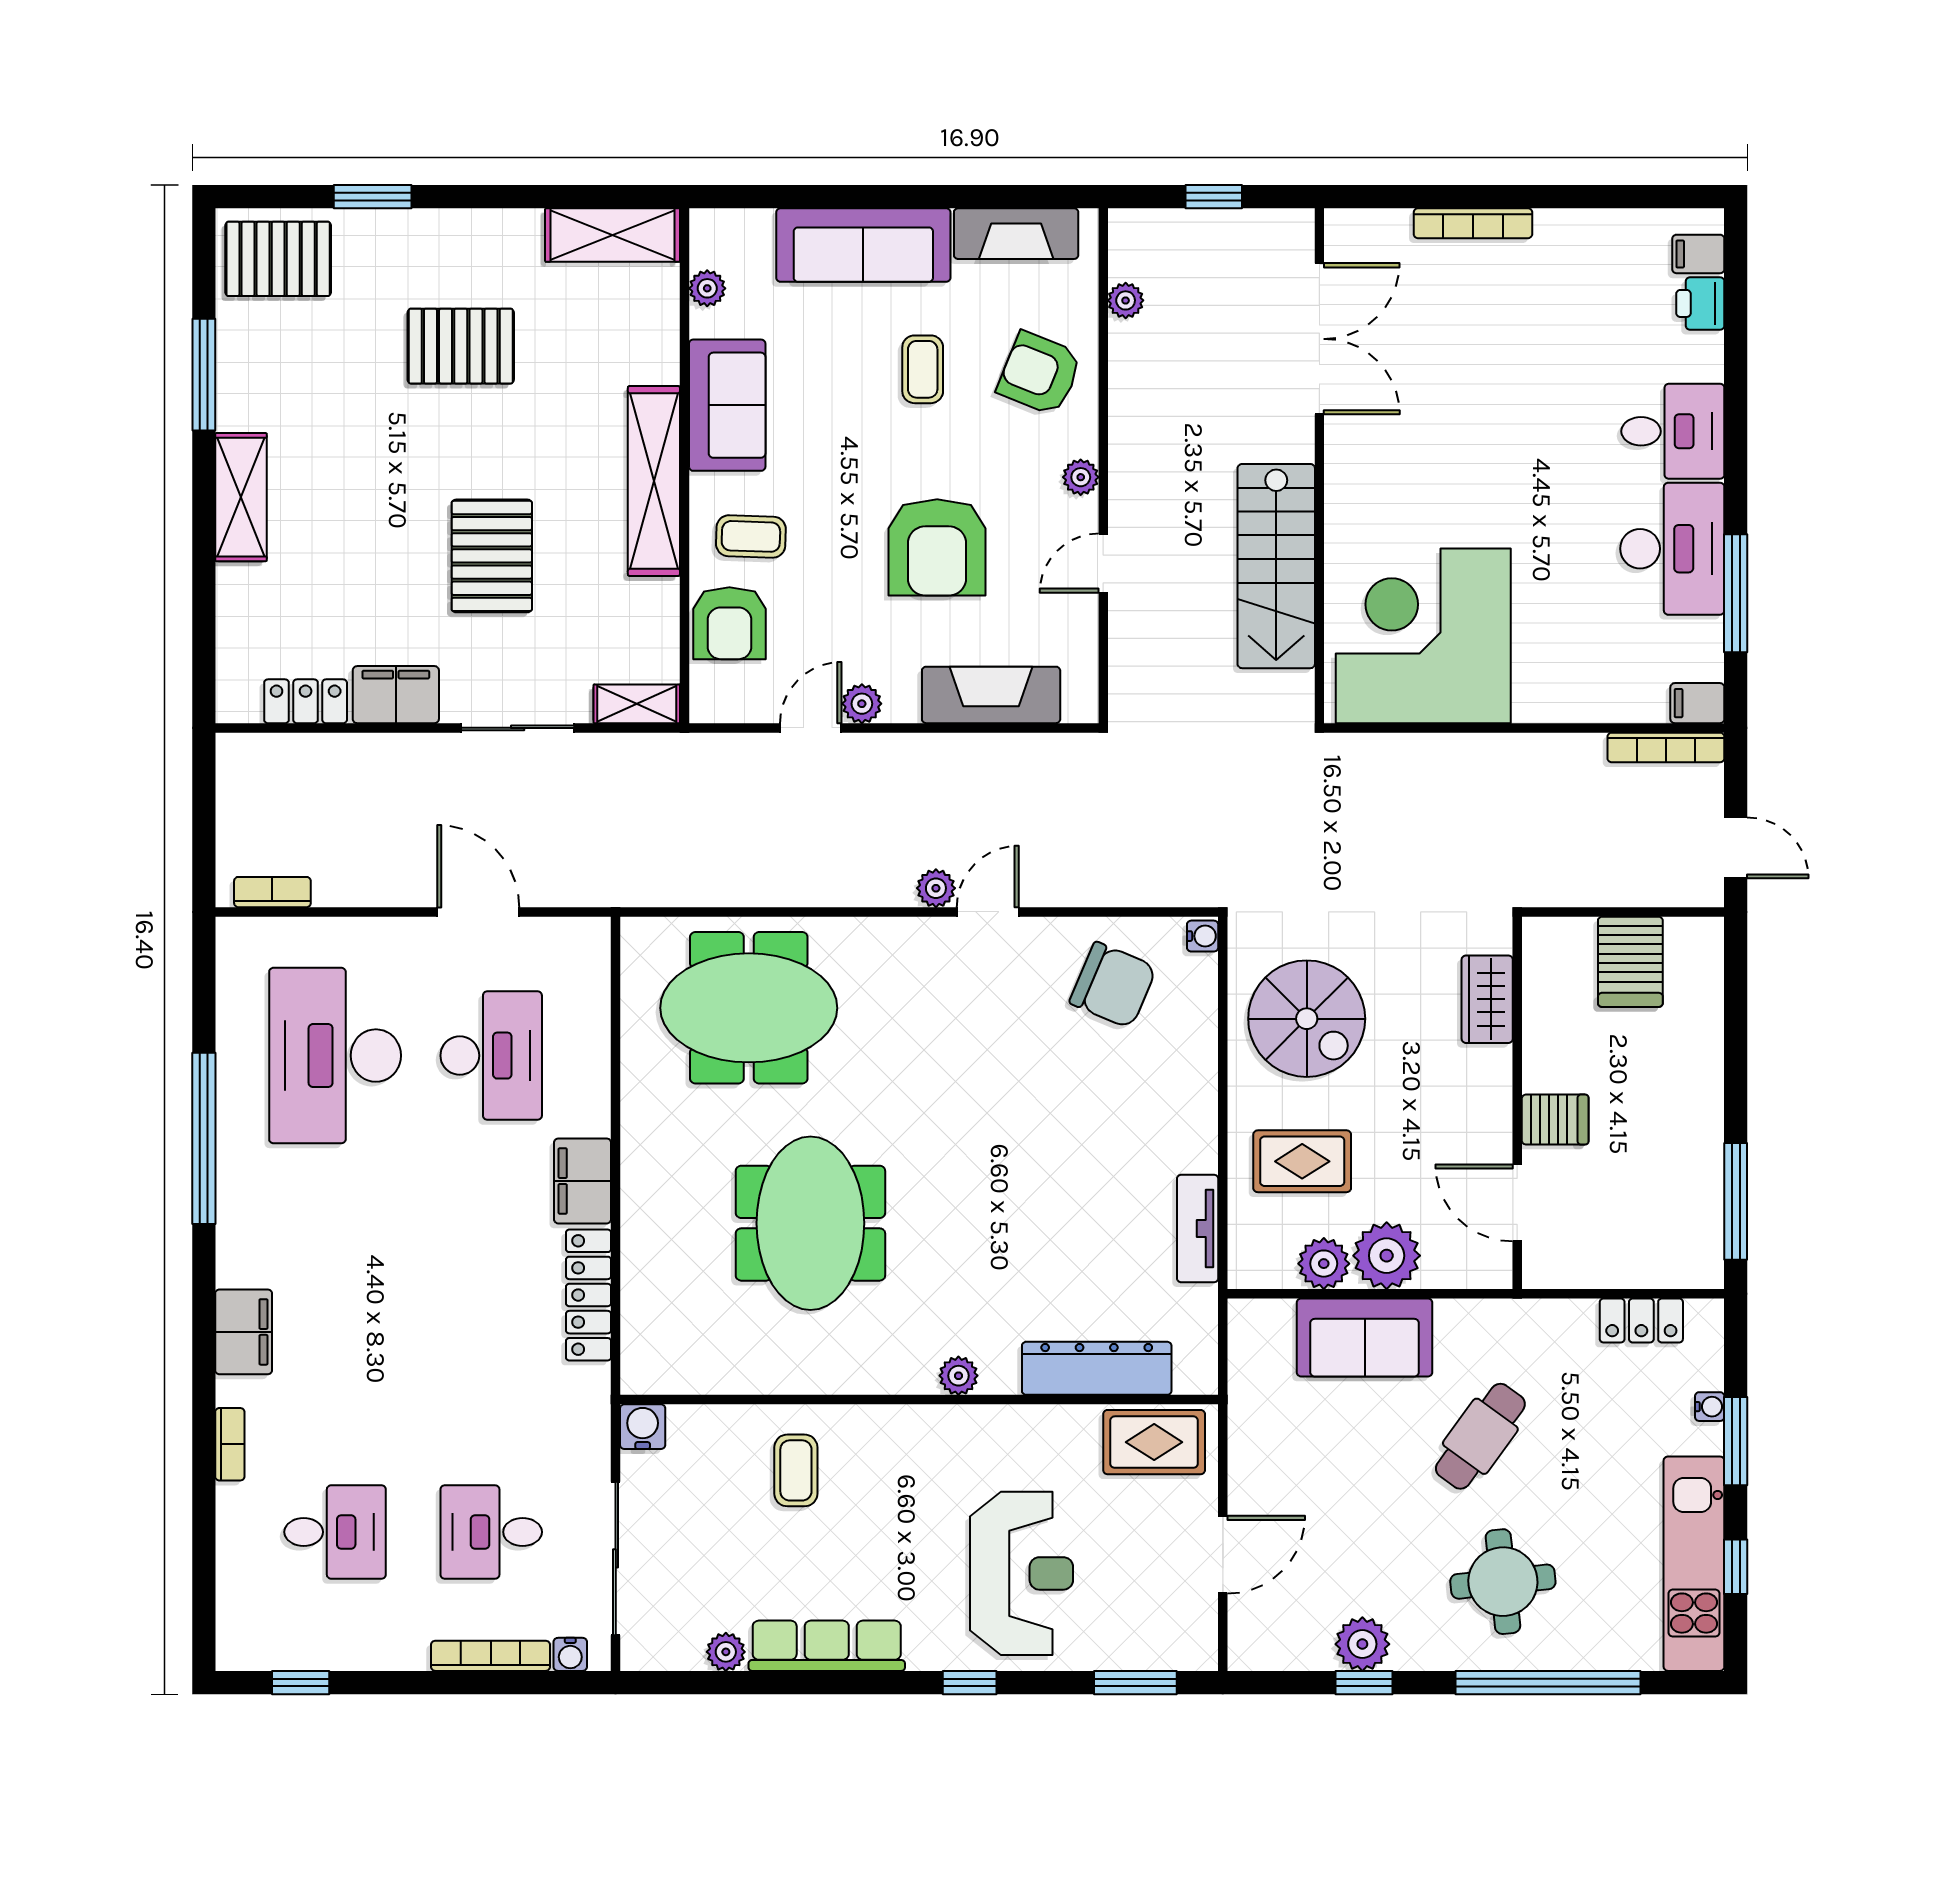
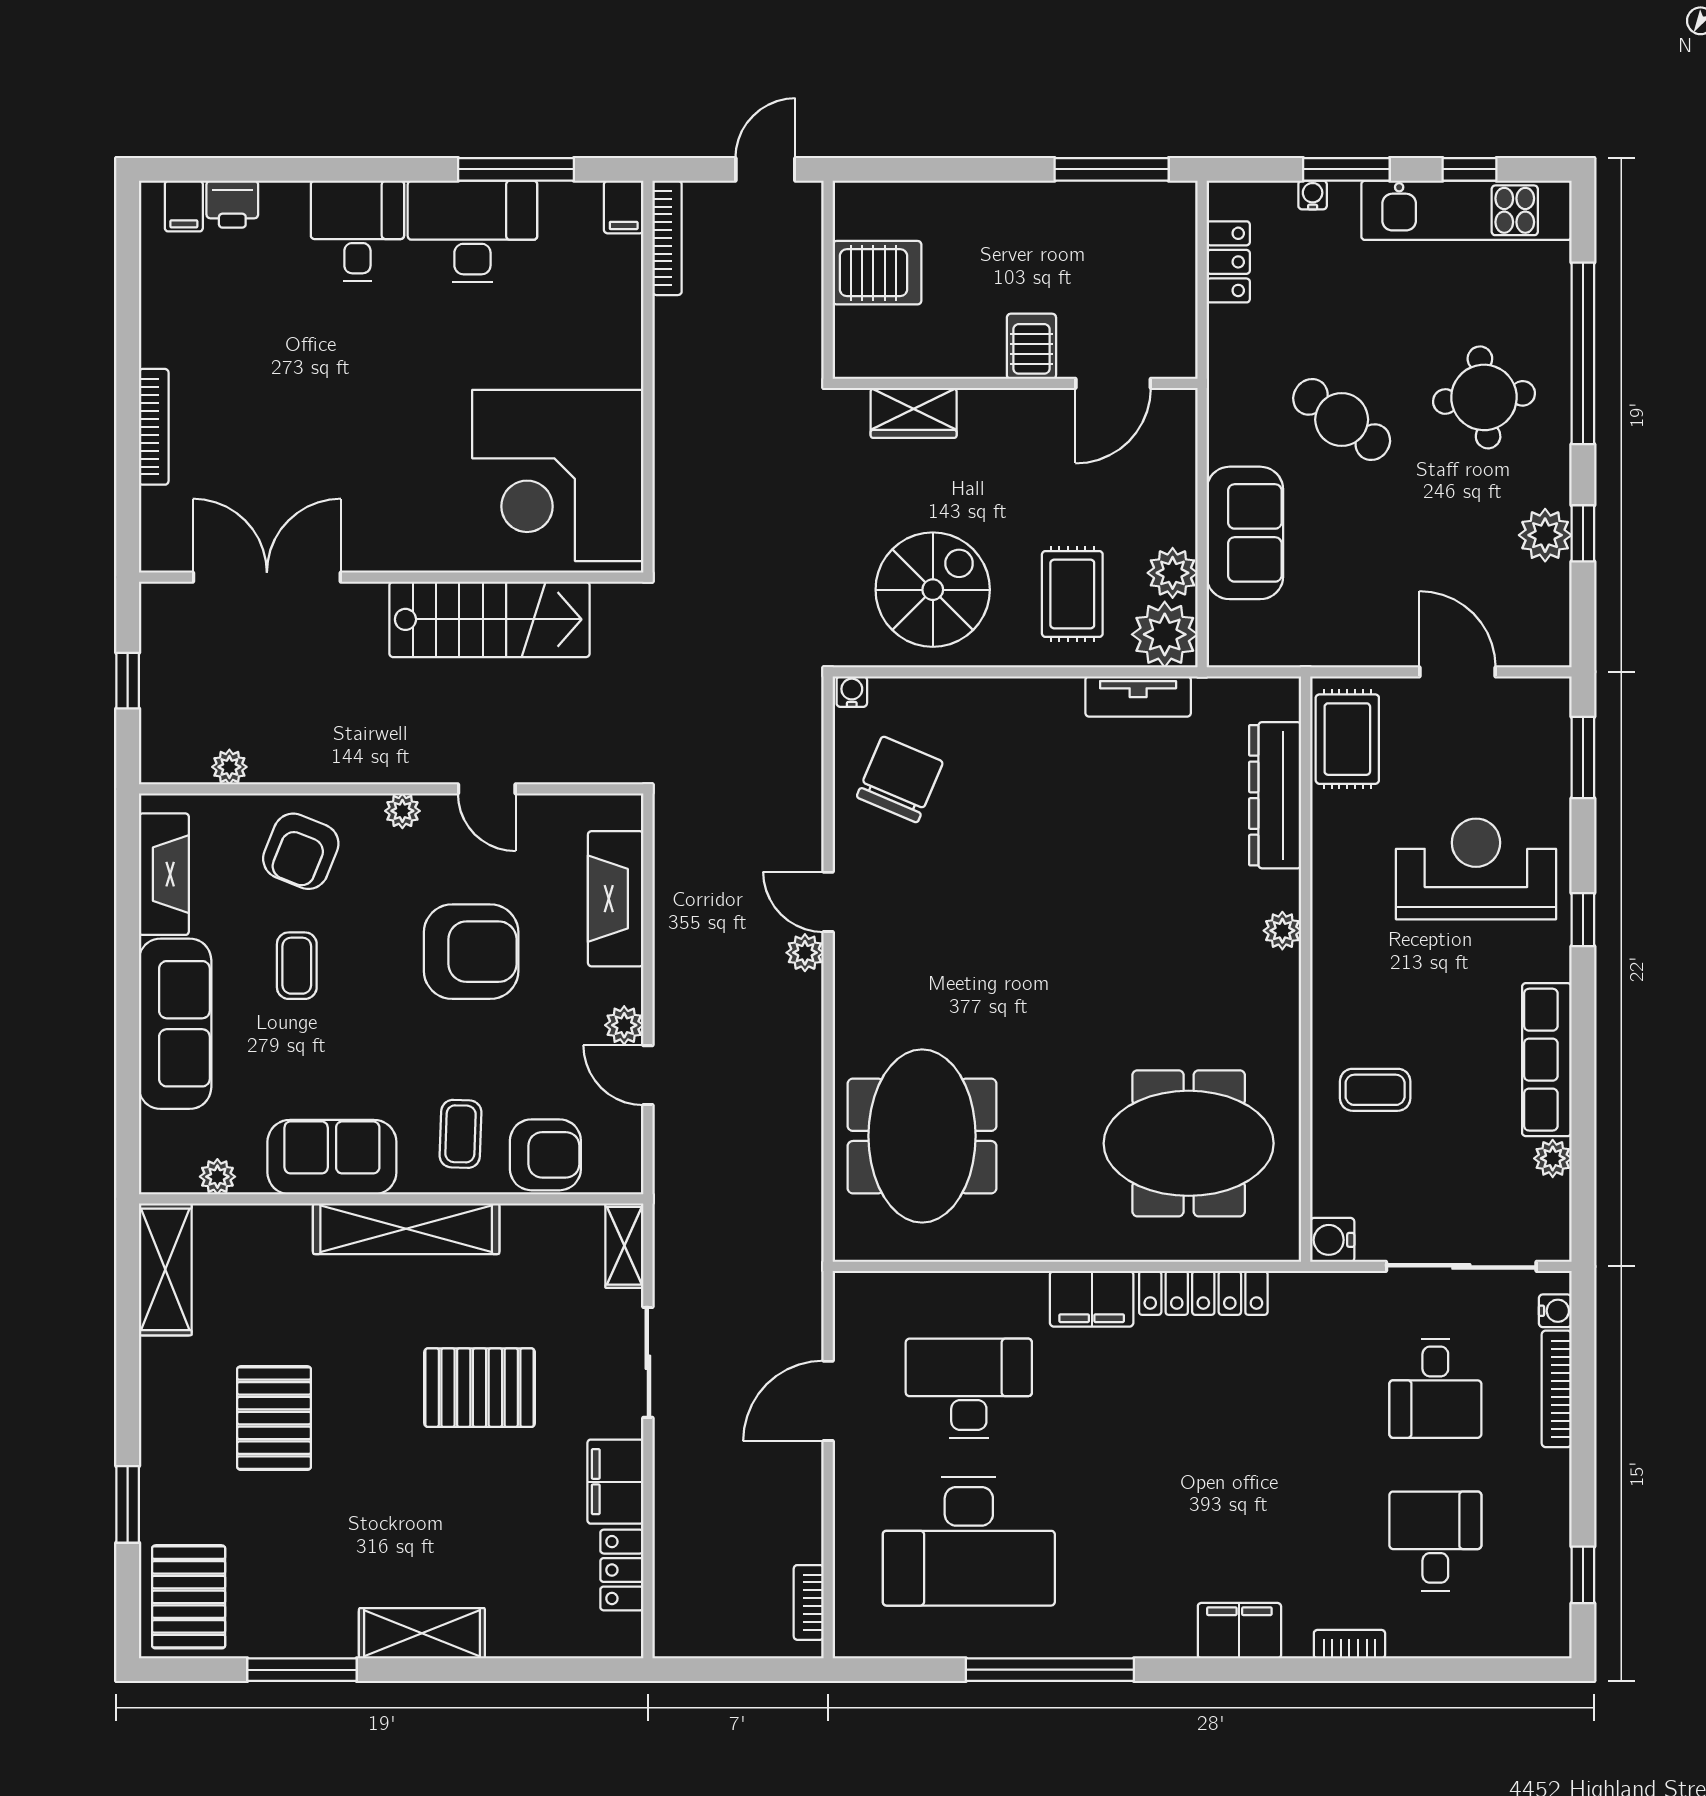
coffee table: (923, 369) -> (297, 966), turned 90
meeting table: (810, 1223) -> (1189, 1143), moved
plant: (1387, 1256) -> (1165, 634), moved

